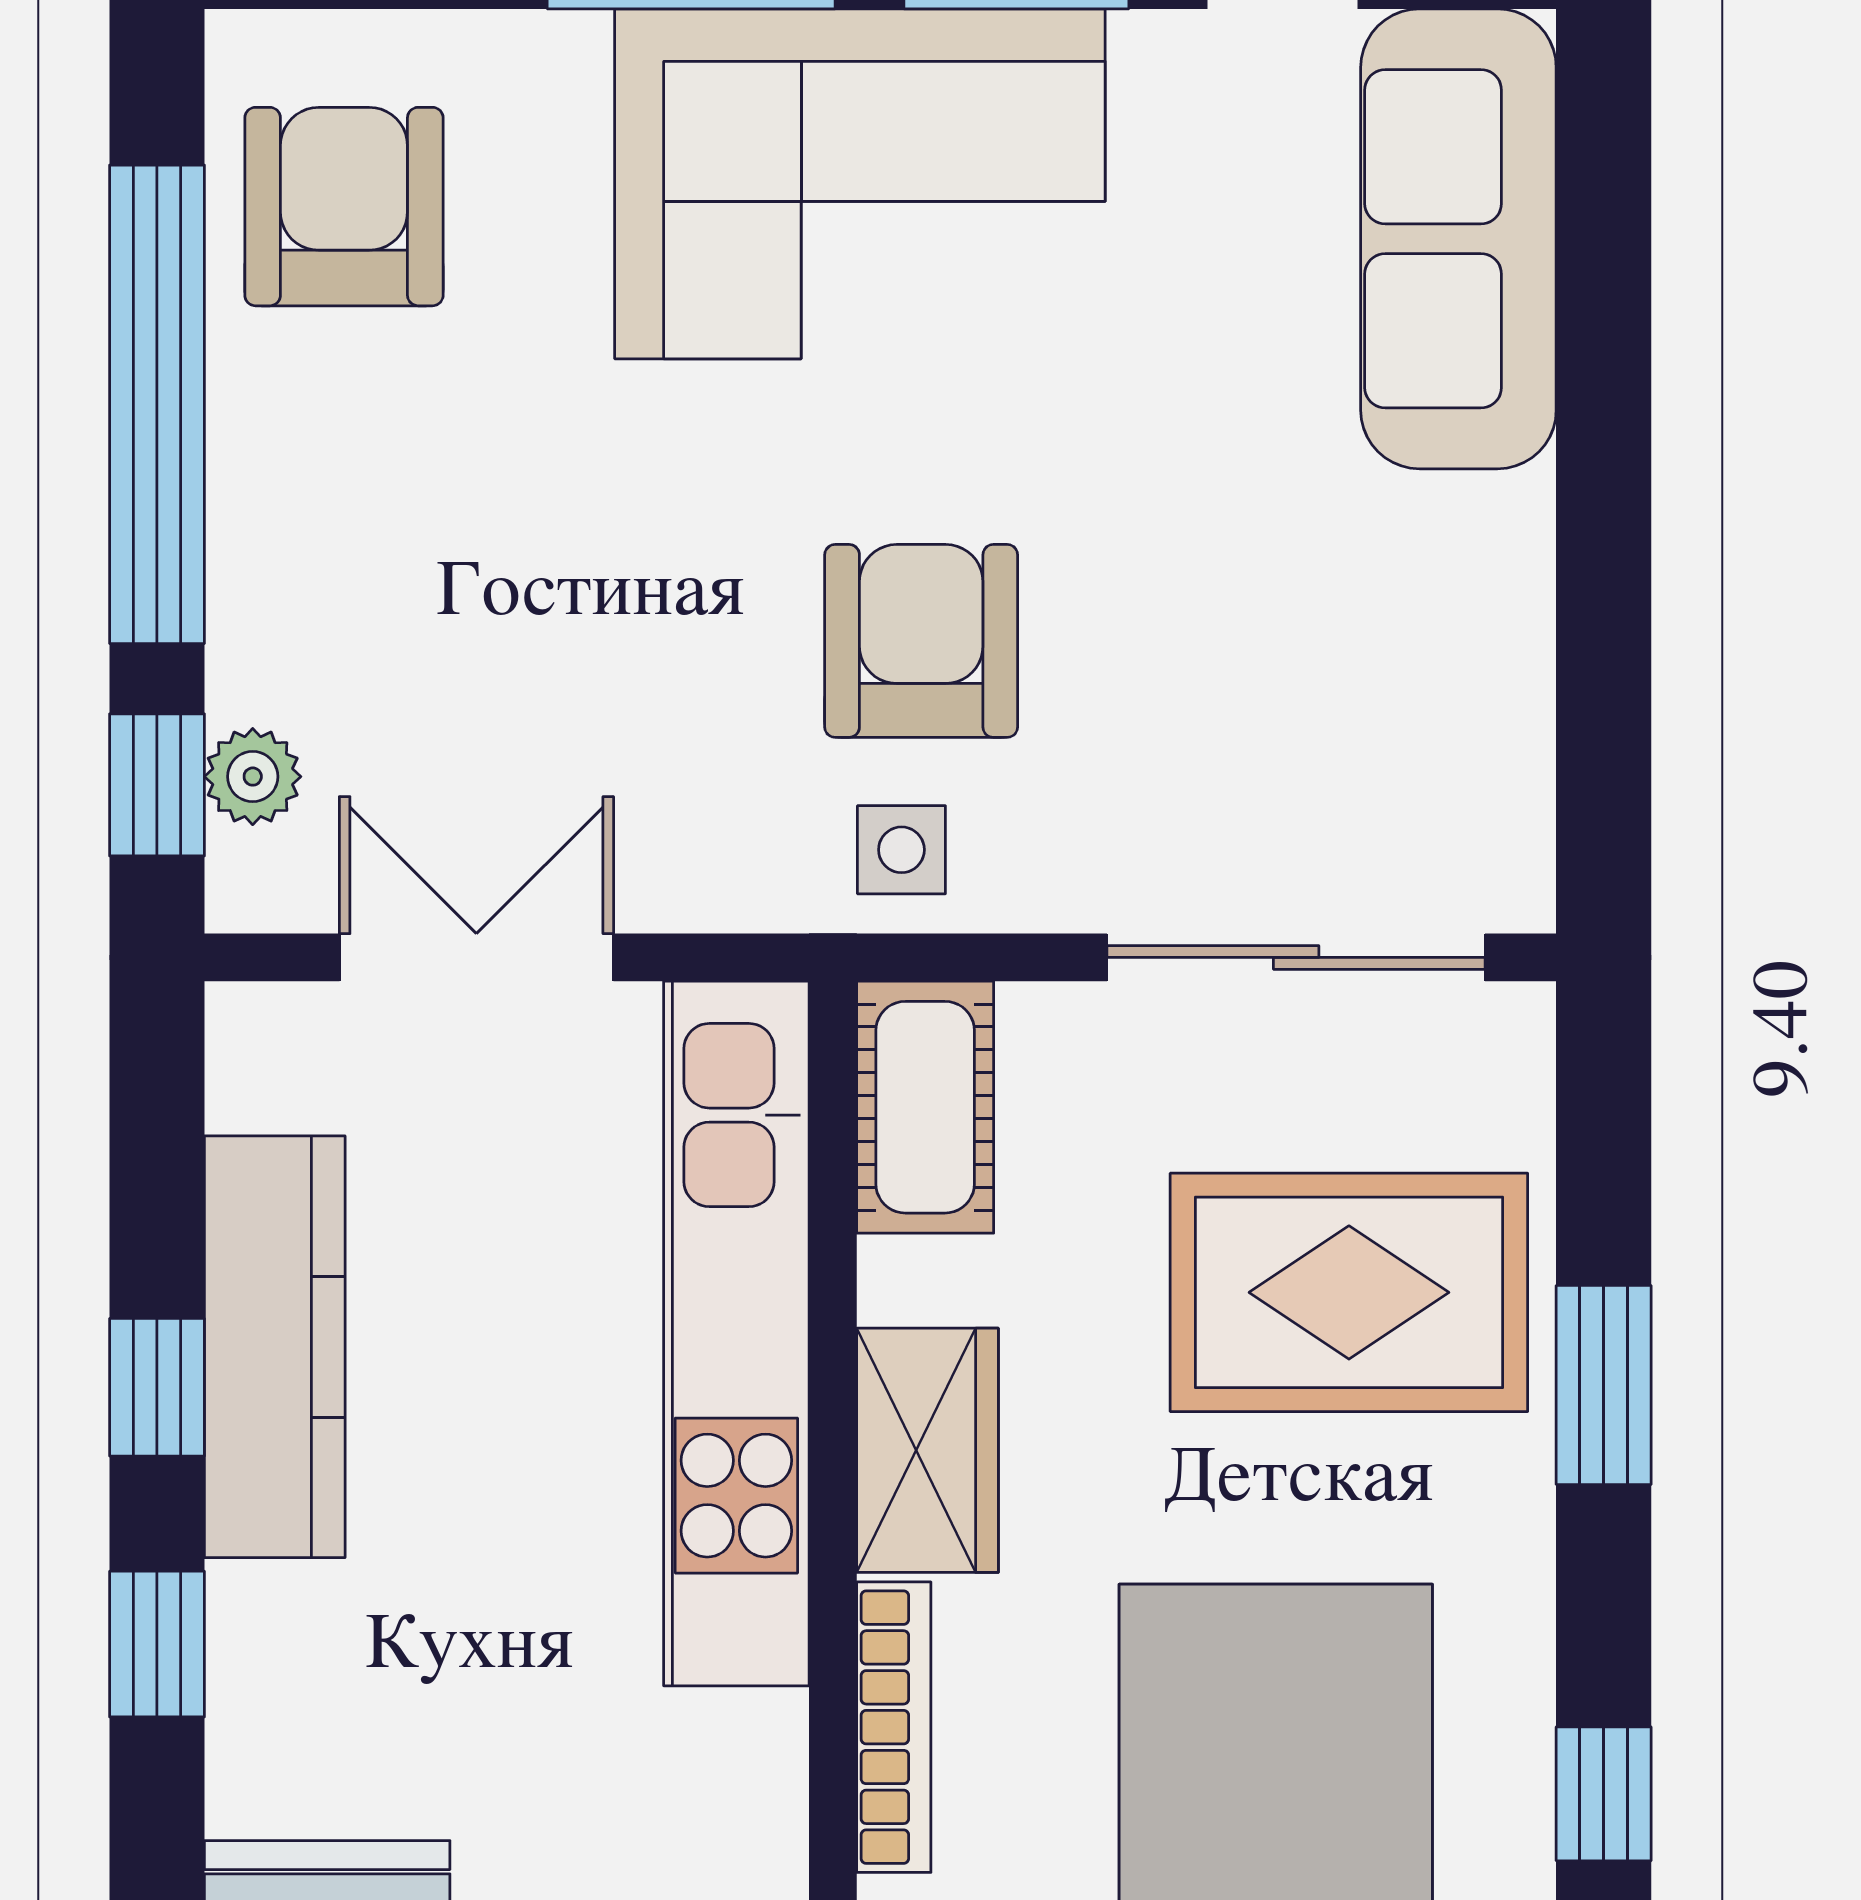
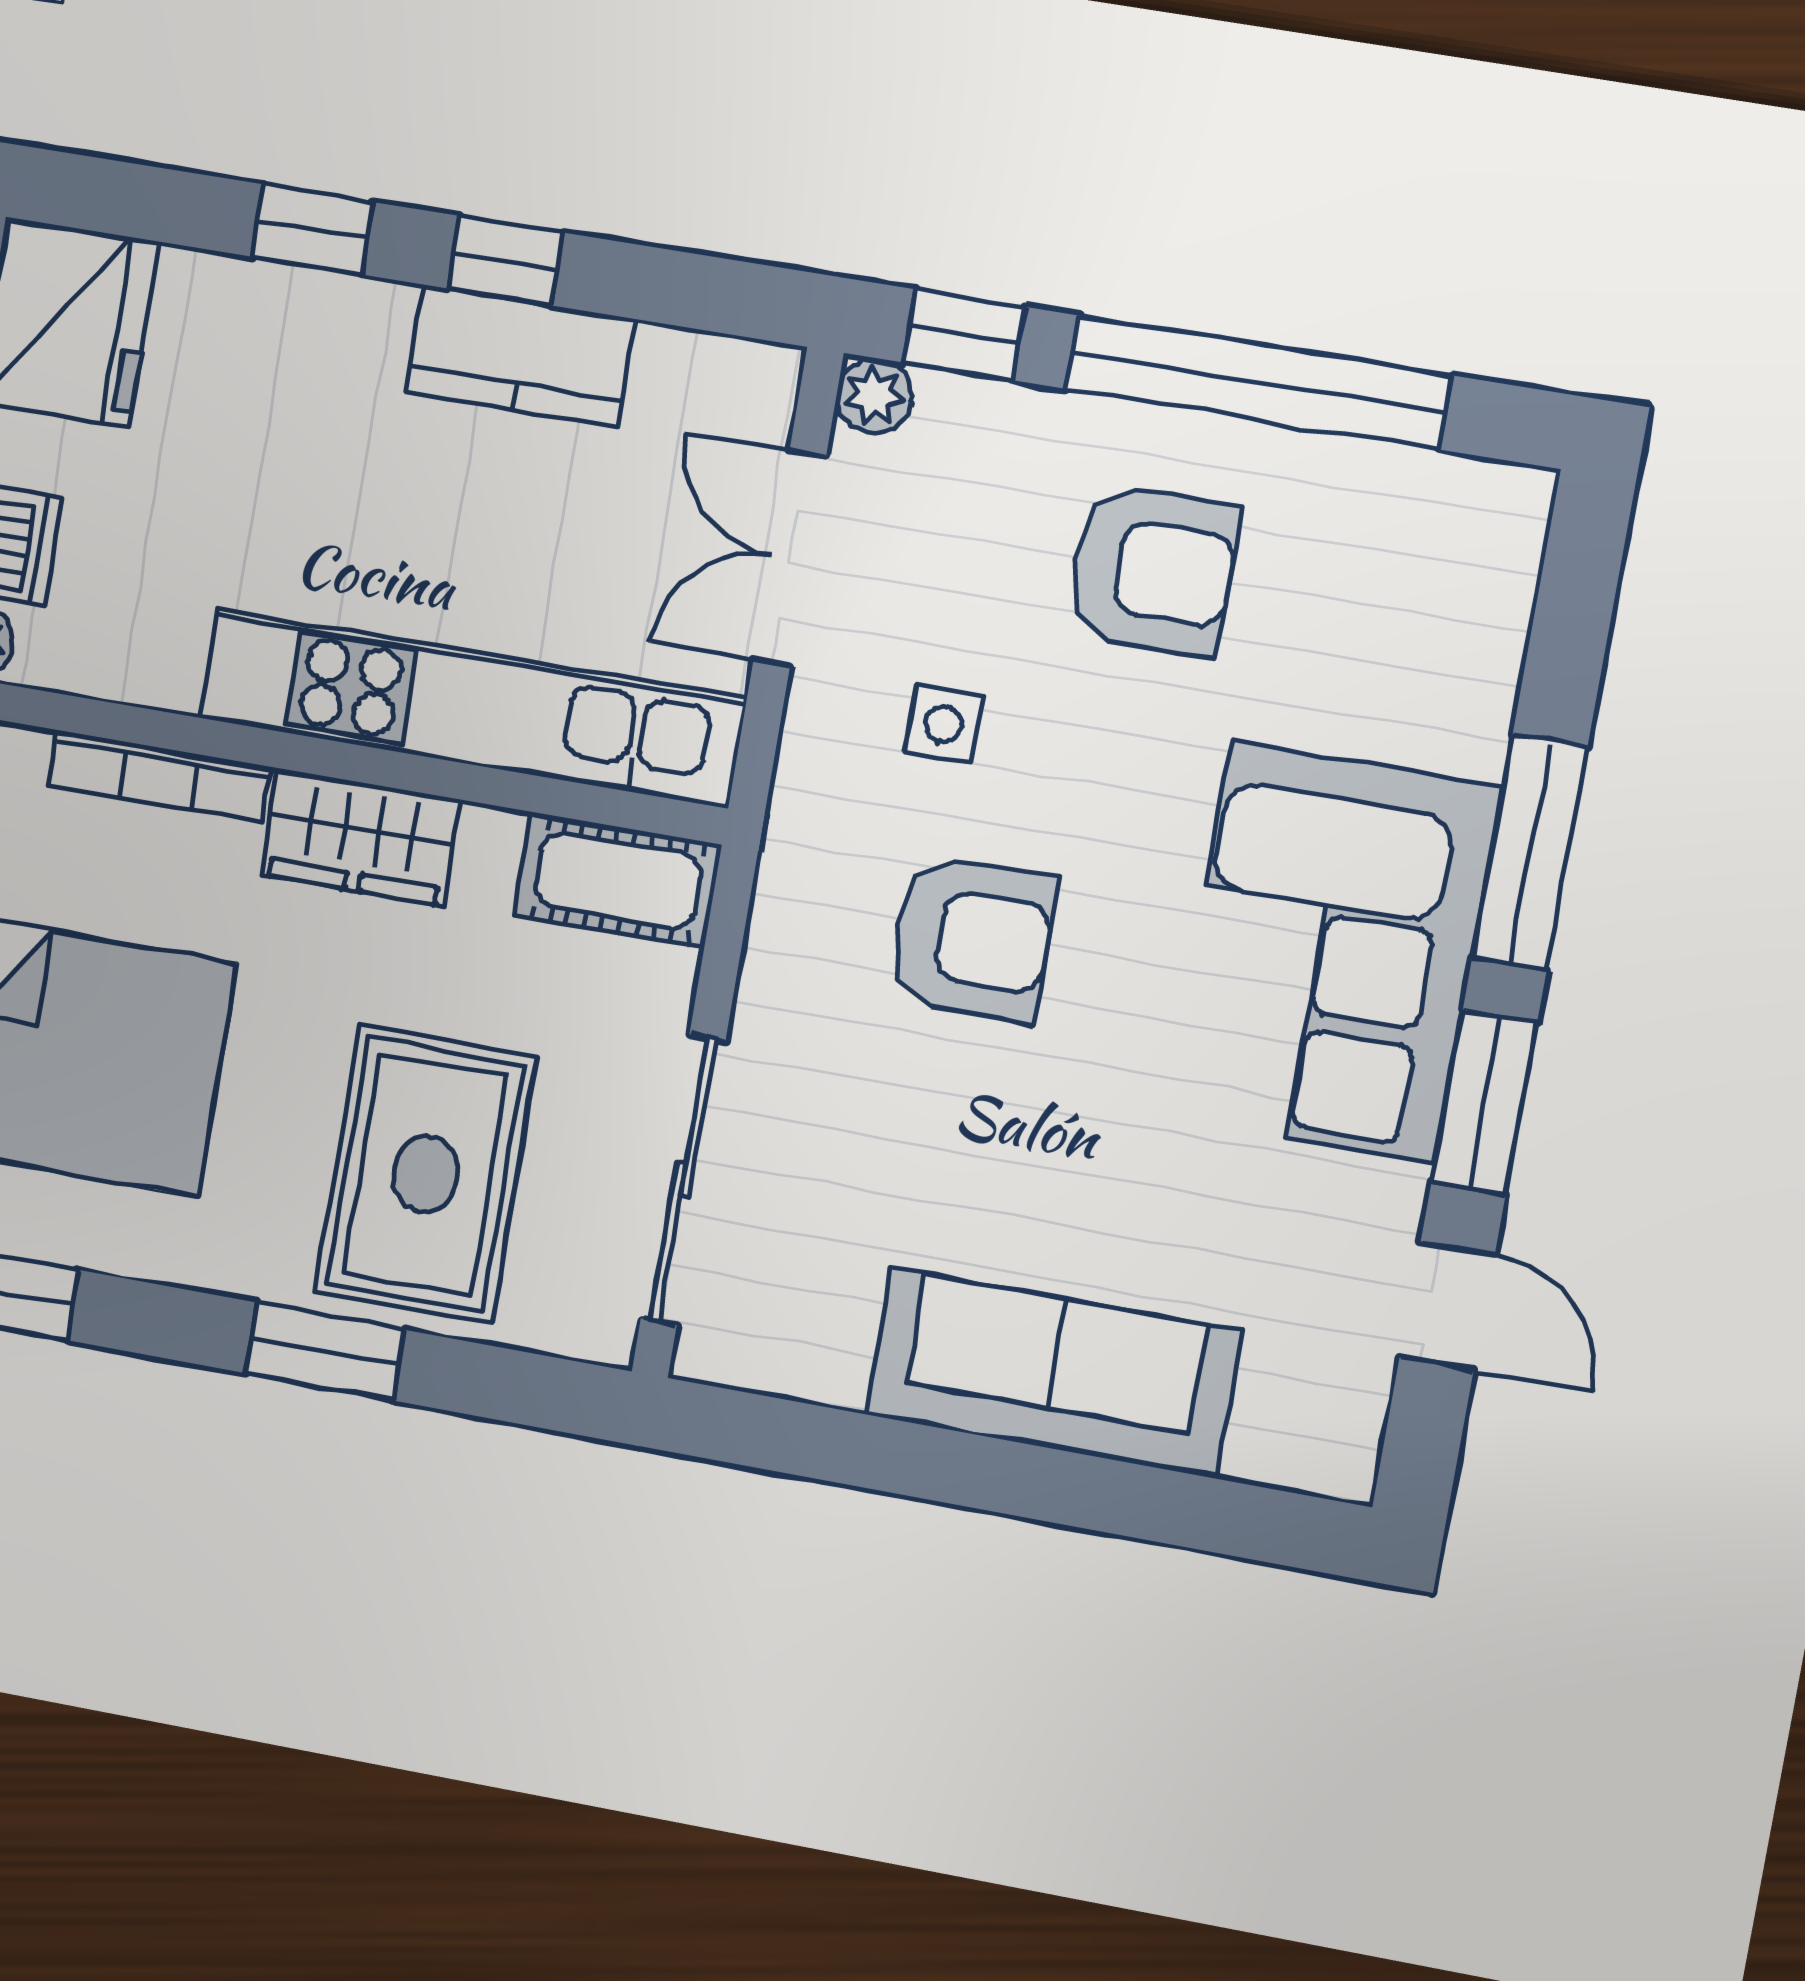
armchair: (344, 207) -> (1153, 571), moved
sofa: (1458, 239) -> (1053, 1373), moved
plant: (253, 777) -> (874, 396), moved
side table: (901, 850) -> (944, 724), moved
double door: (476, 957) -> (790, 558), swing flipped
kitchen counter: (275, 1347) -> (521, 356), width x0.67

